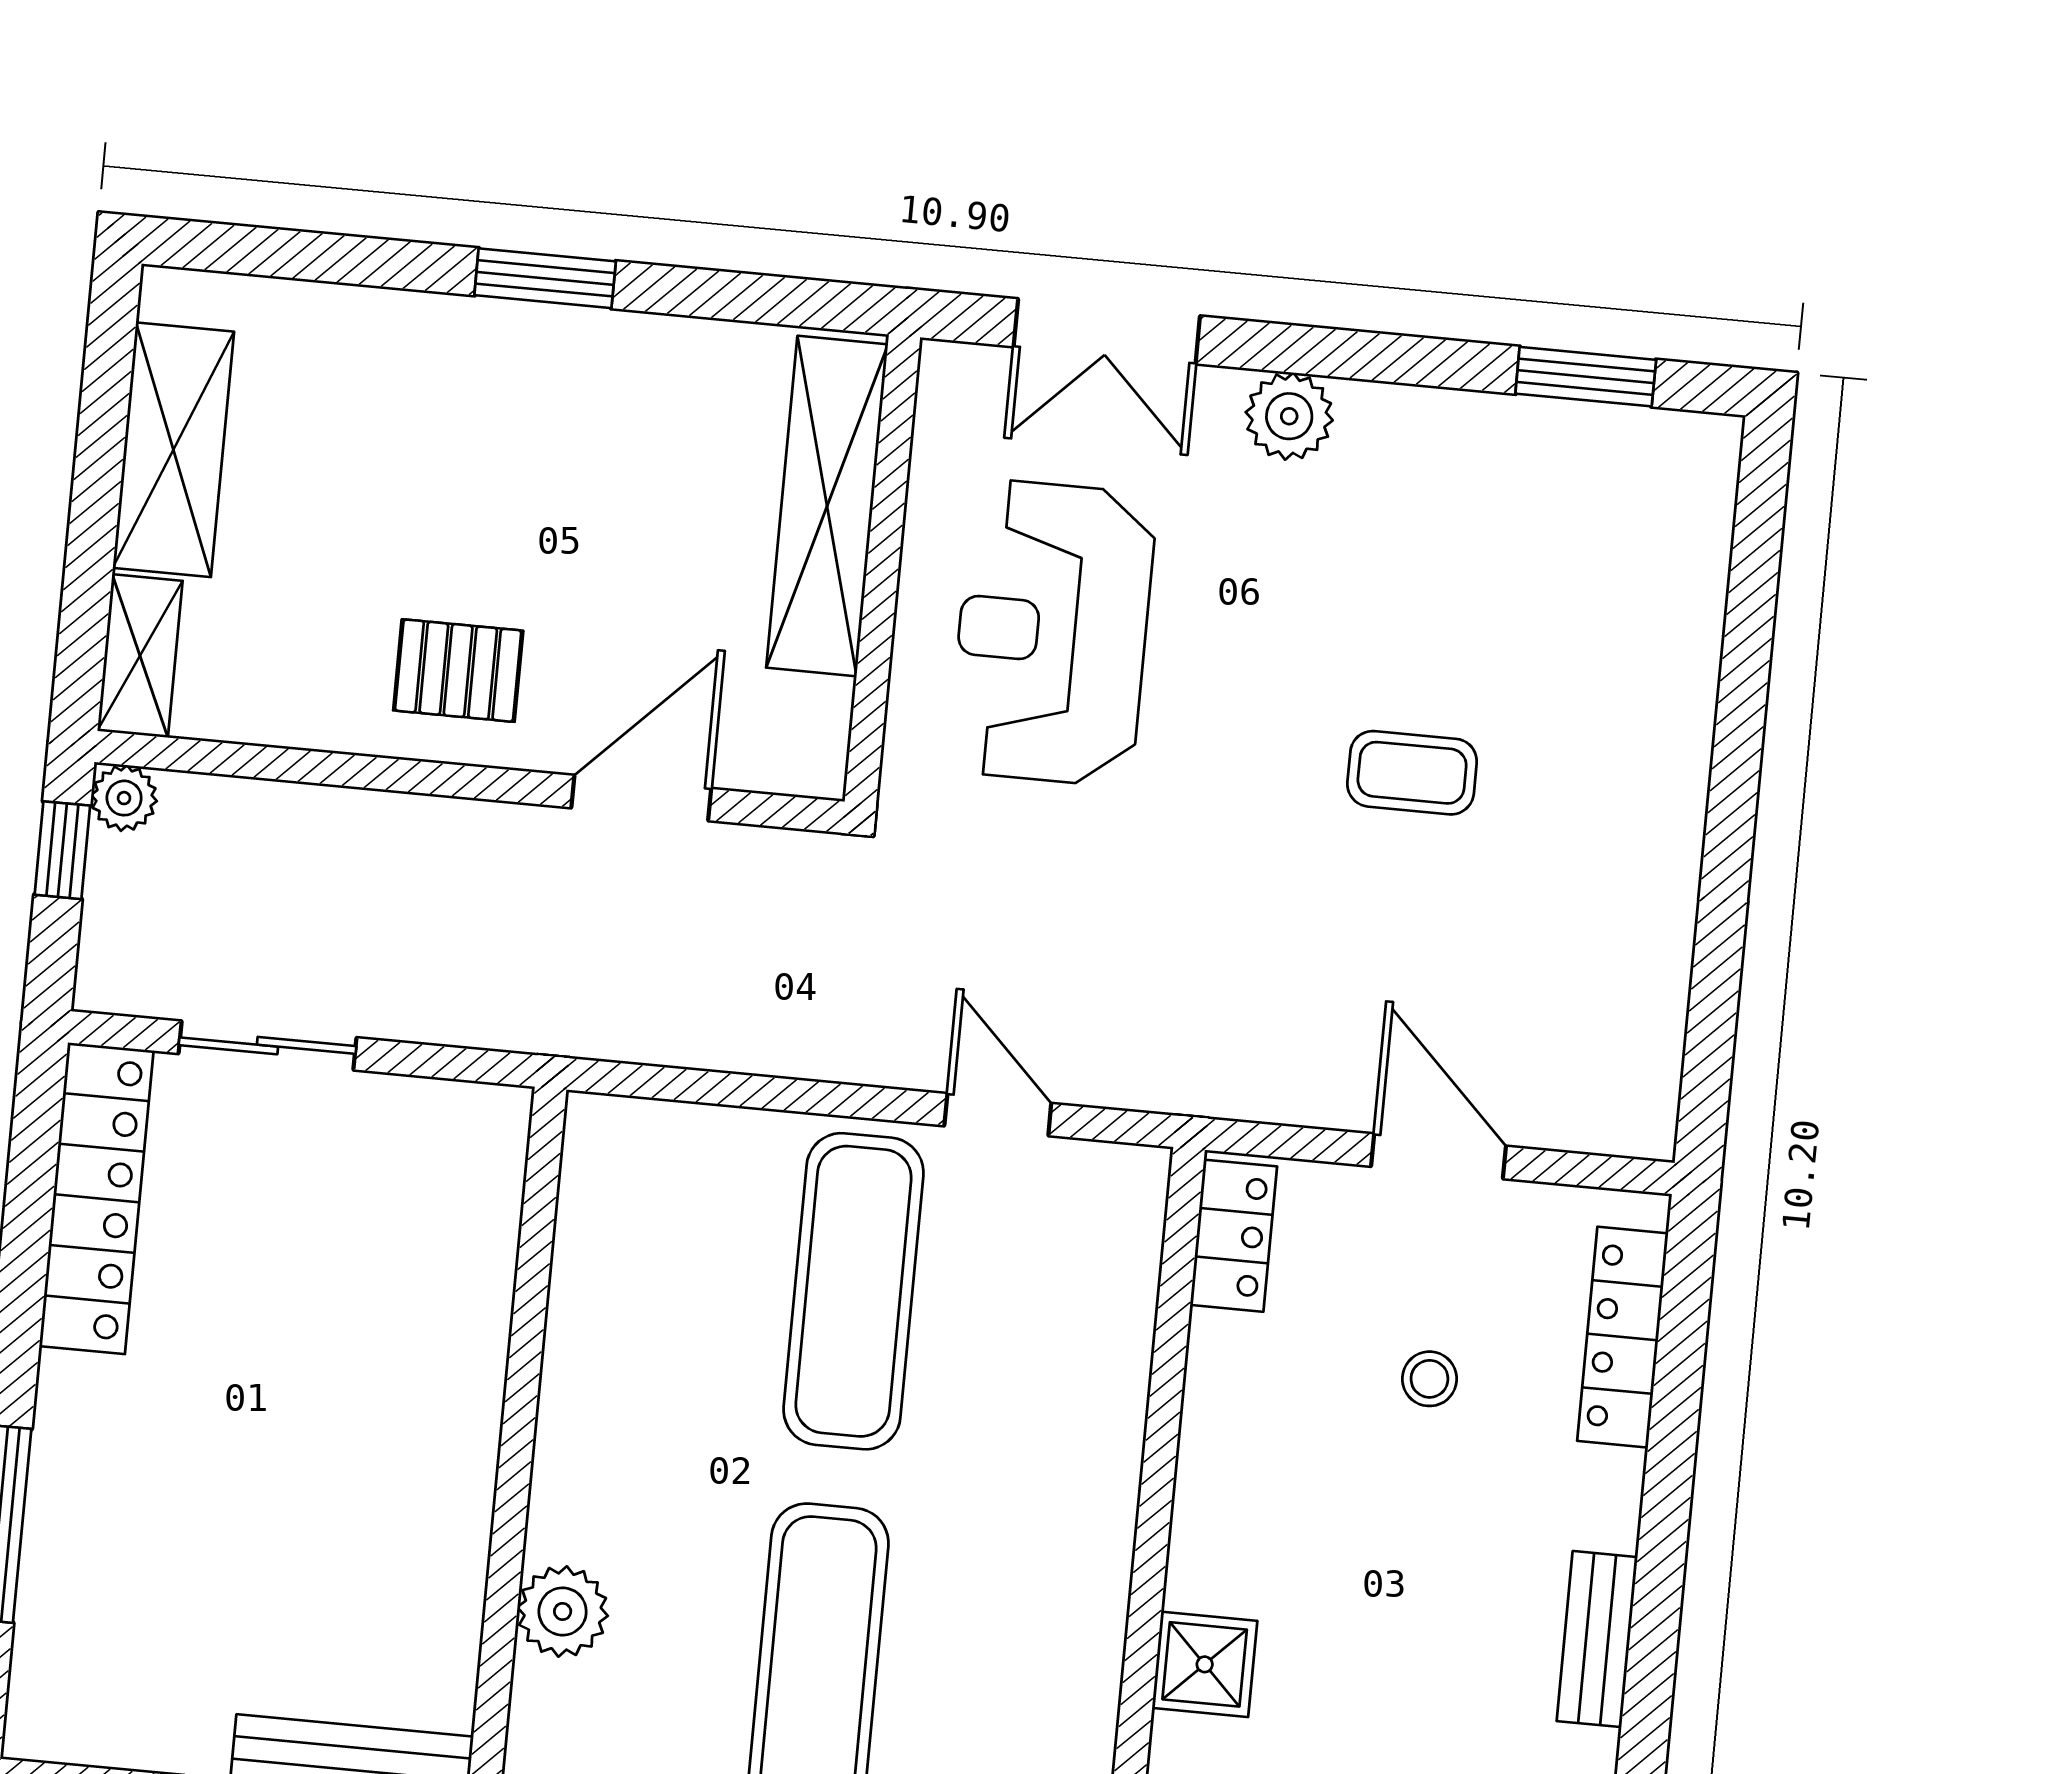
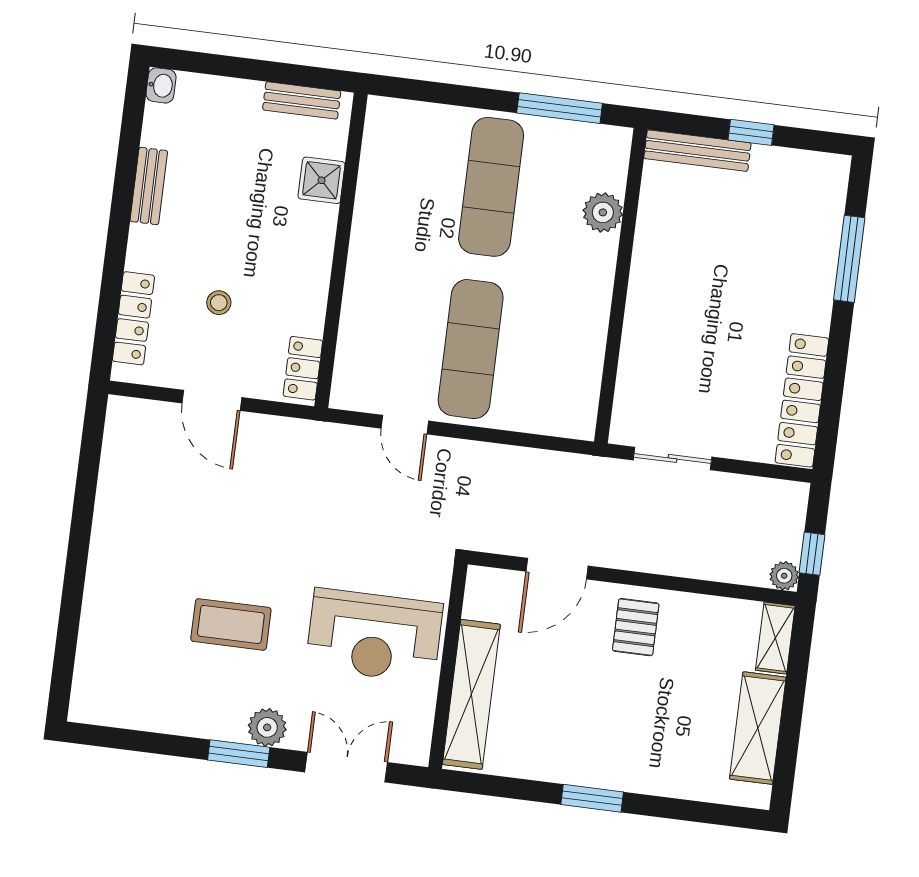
window: (1586, 377) -> (239, 754), moved
reception desk: (1052, 633) -> (374, 636), turned 90
pallet: (458, 671) -> (636, 627), turned 90
coffee table: (1412, 773) -> (231, 624), moved, width x1.36, depth x1.30
sliding door: (267, 1046) -> (672, 458), moved

